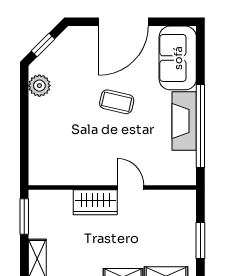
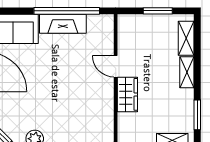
coffee table: (117, 102) -> (48, 77), removed
door: (130, 187) -> (116, 66), hinge flipped

